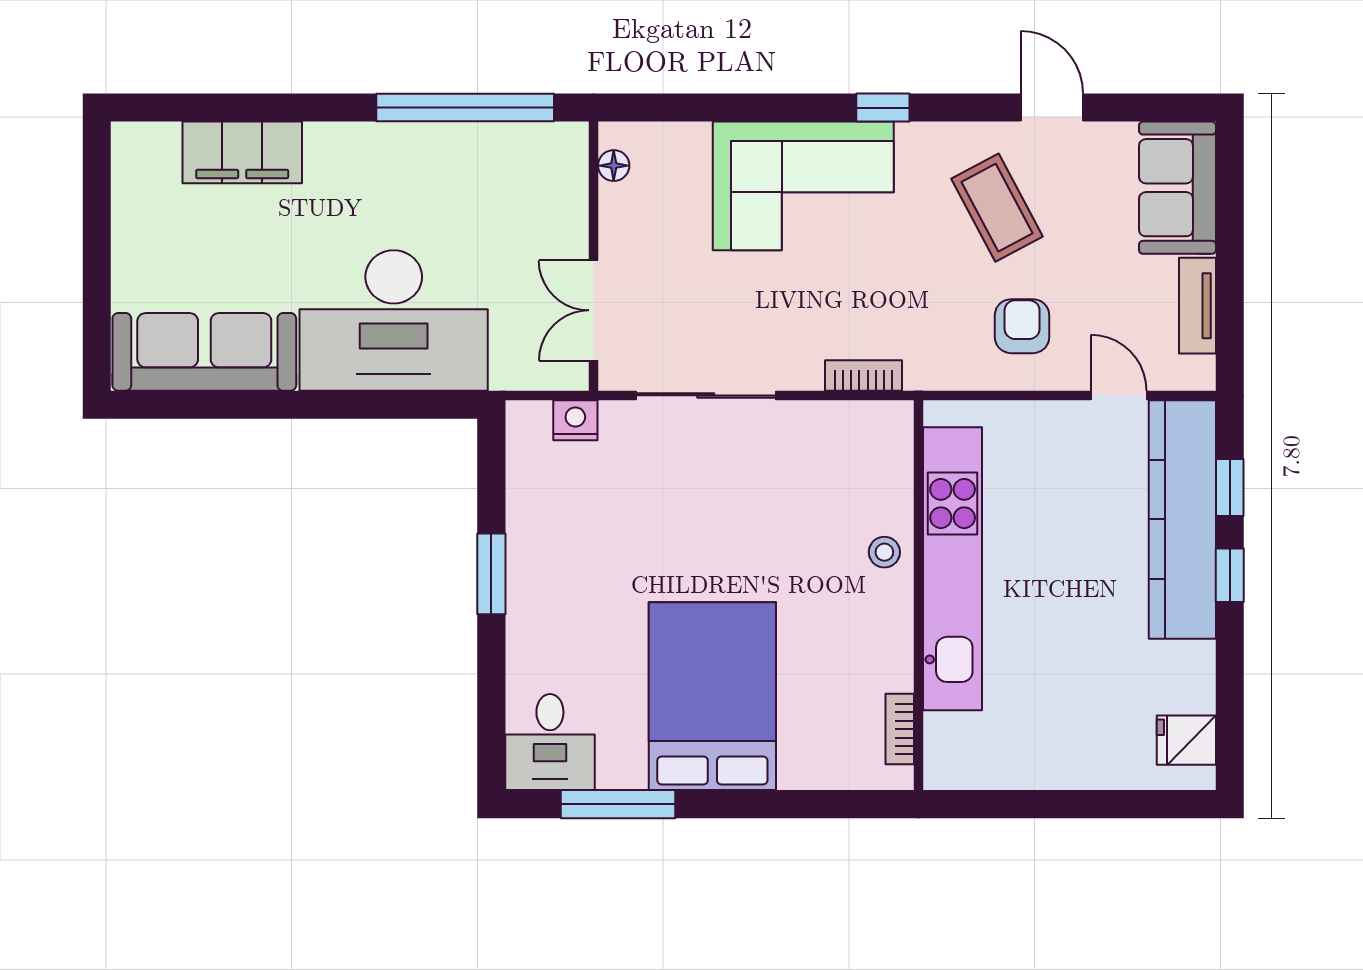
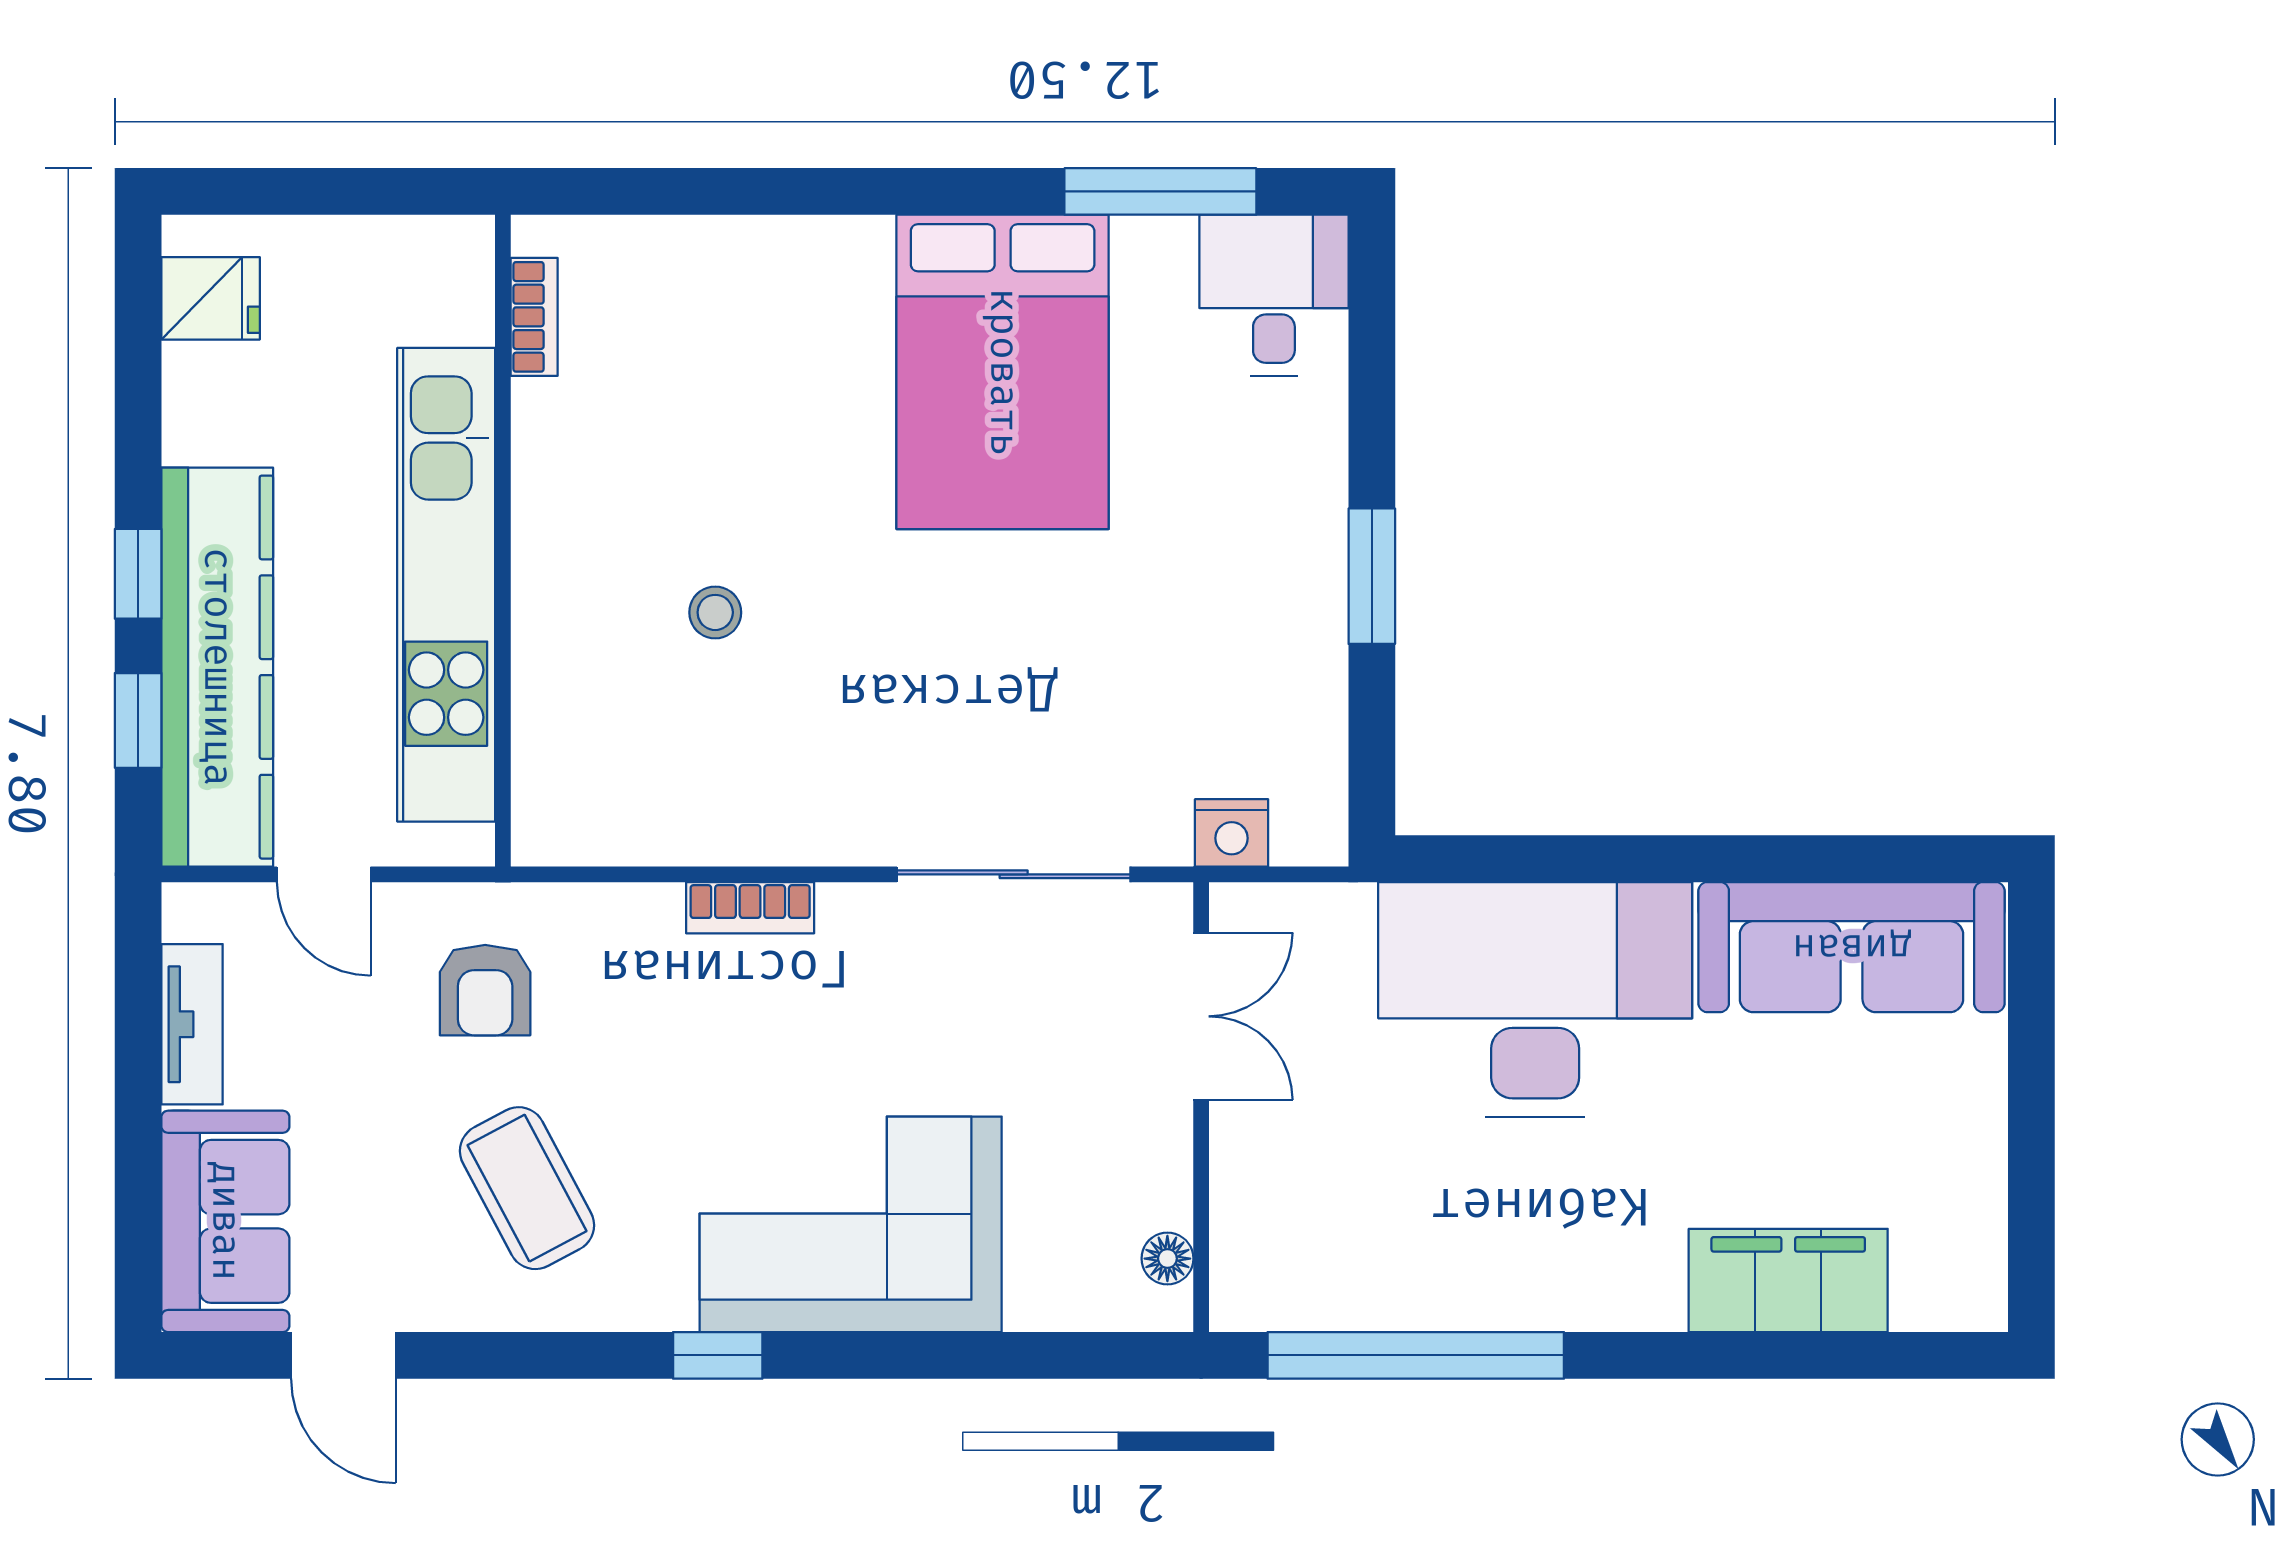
door: (1052, 108) -> (343, 1355), moved
kitchen unit: (953, 569) -> (446, 585), moved
wall: (919, 595) -> (503, 541), moved
bookcase: (900, 729) -> (534, 317), moved

